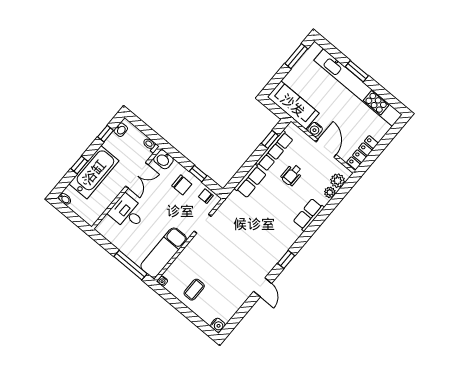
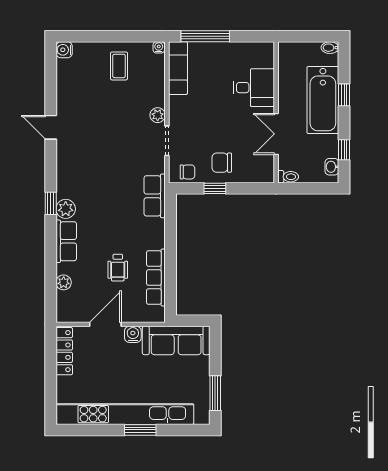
window: (270, 139) -> (171, 285), removed
door: (326, 148) -> (105, 324), swing flipped
washbasin: (163, 159) -> (263, 173), removed
wheelchair: (292, 175) -> (118, 268), turned 180
row of seats: (250, 181) -> (155, 196), moved
plant: (338, 181) -> (66, 209), moved
plant: (196, 243) -> (158, 115), added
exam couch: (164, 253) -> (178, 68), width x0.73, depth x0.69
window: (286, 259) -> (51, 203), moved

